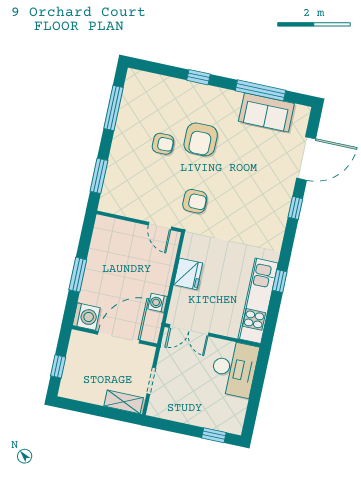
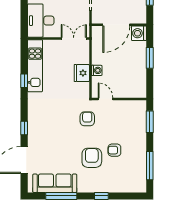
sofa: (266, 112) -> (55, 183), width x1.36
armchair: (195, 201) -> (87, 119), turned 90
washing machine: (158, 303) -> (97, 70), moved

